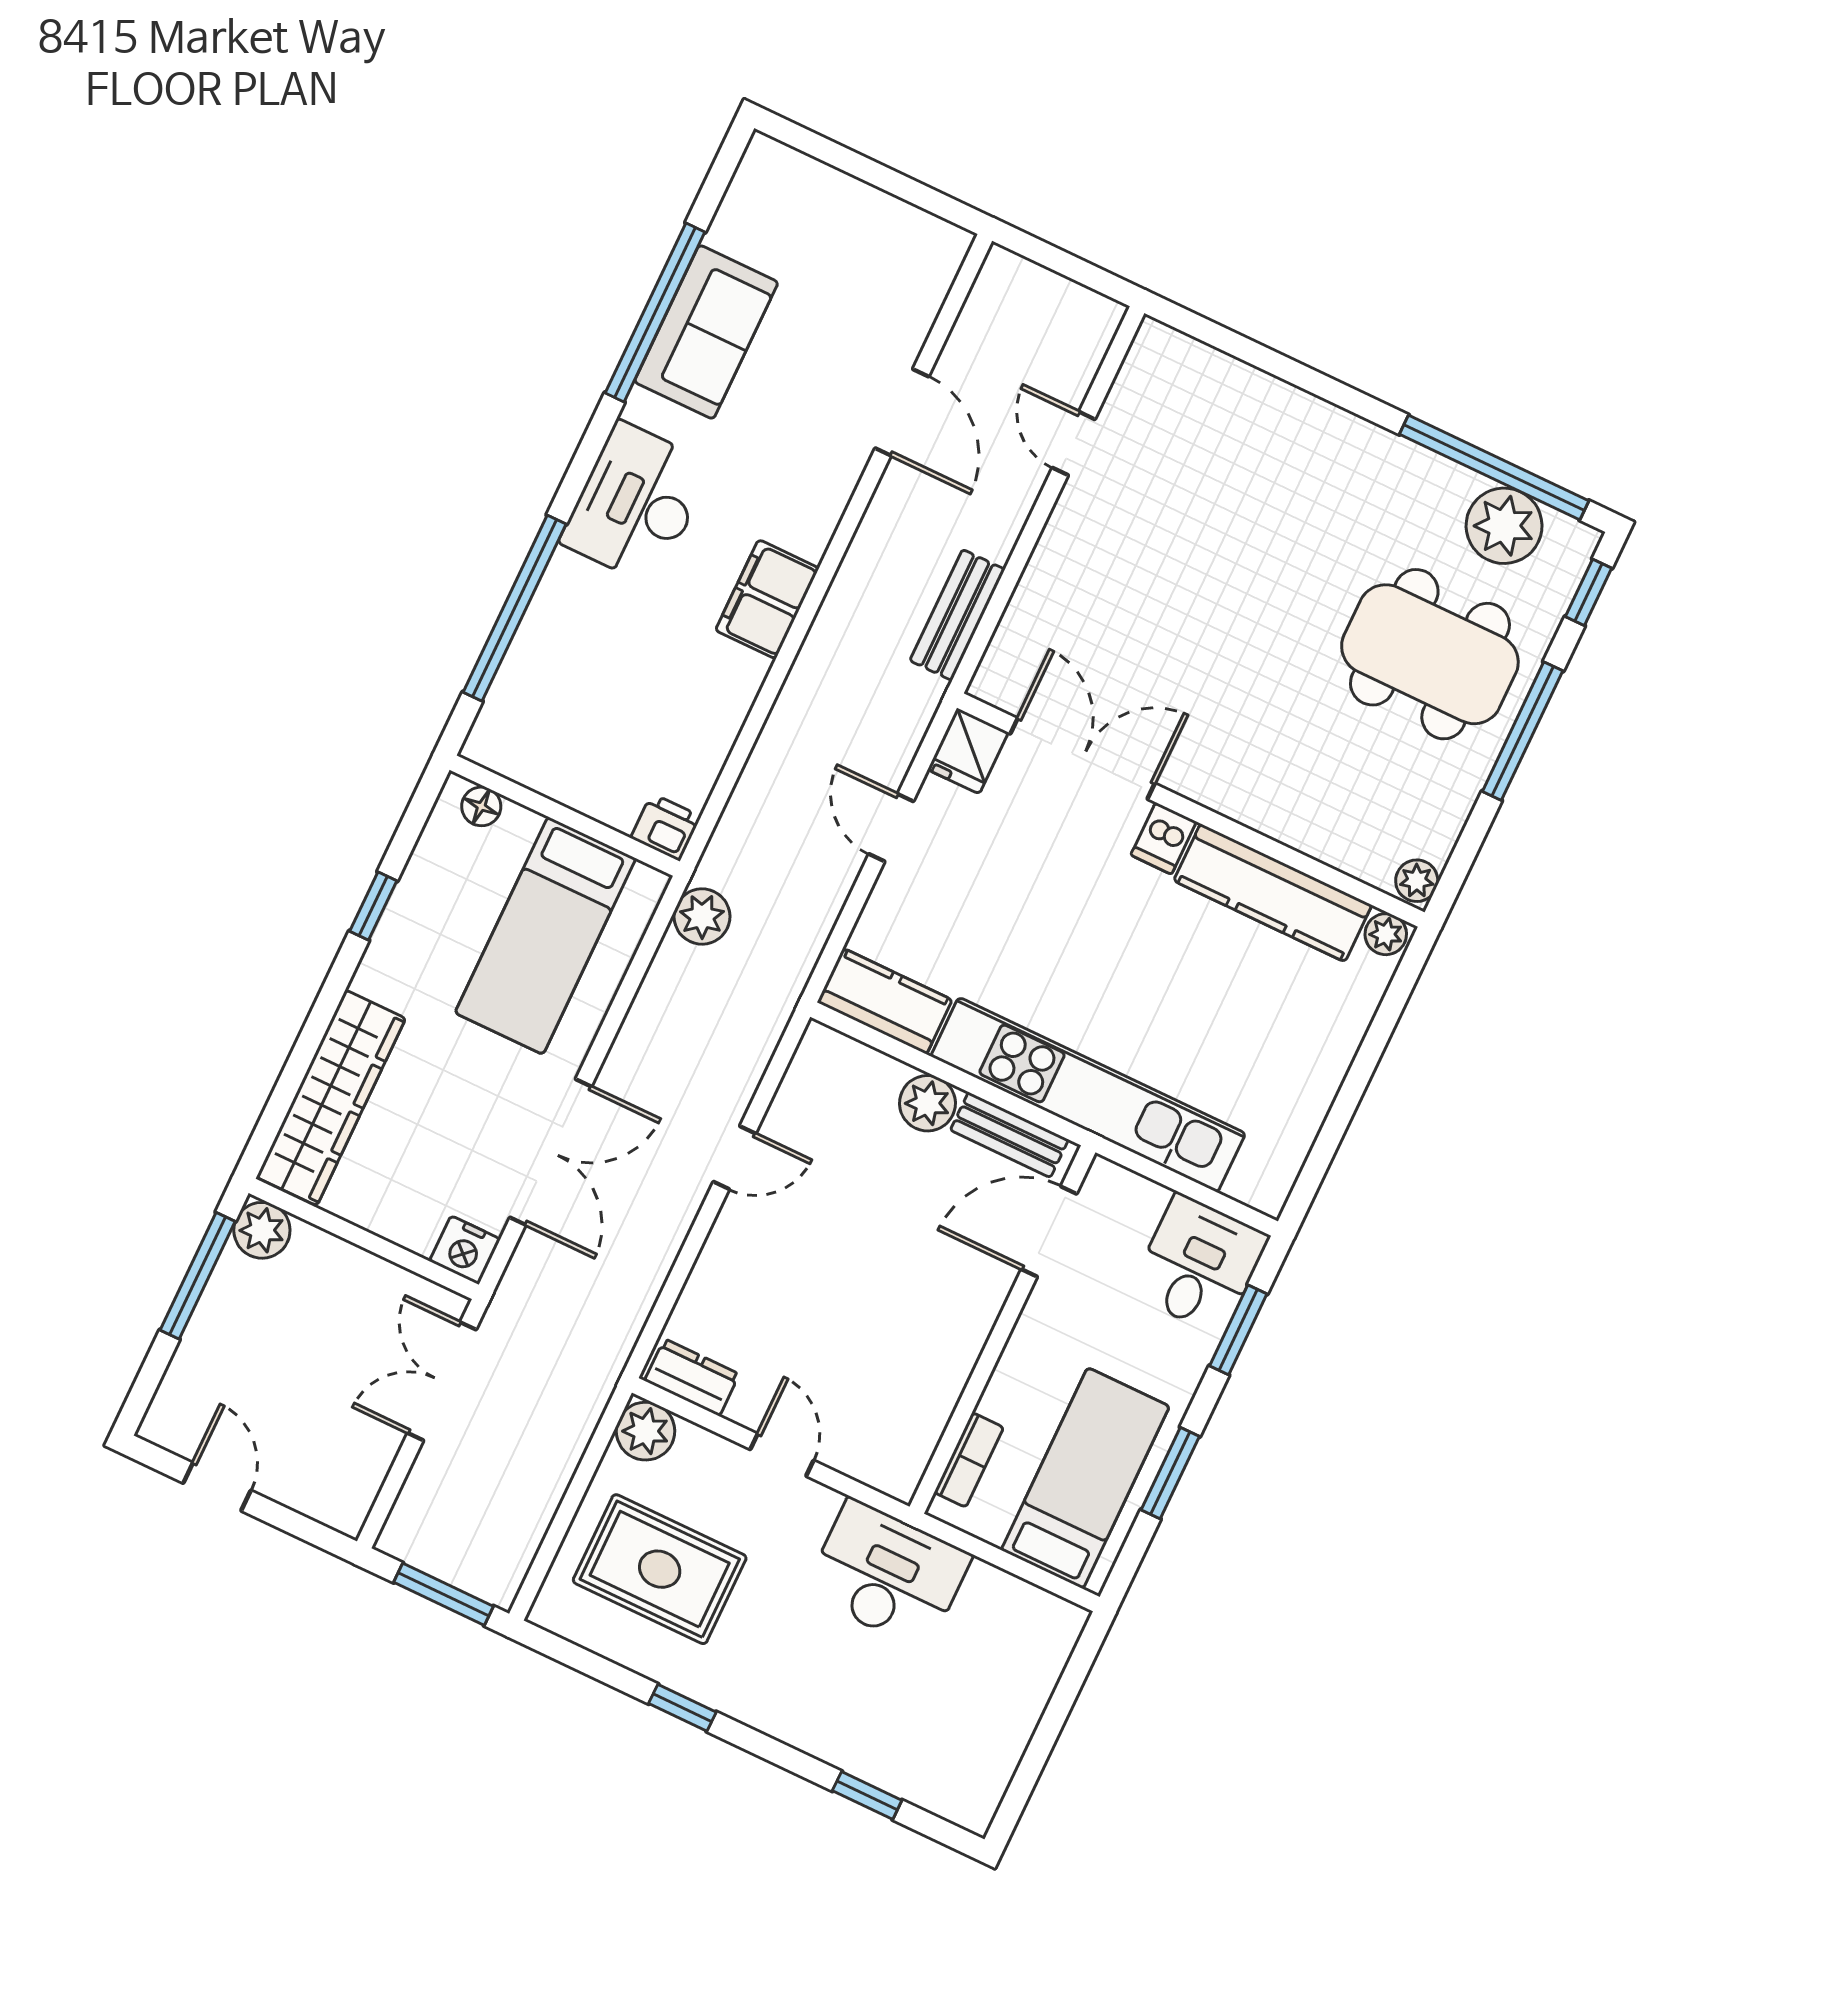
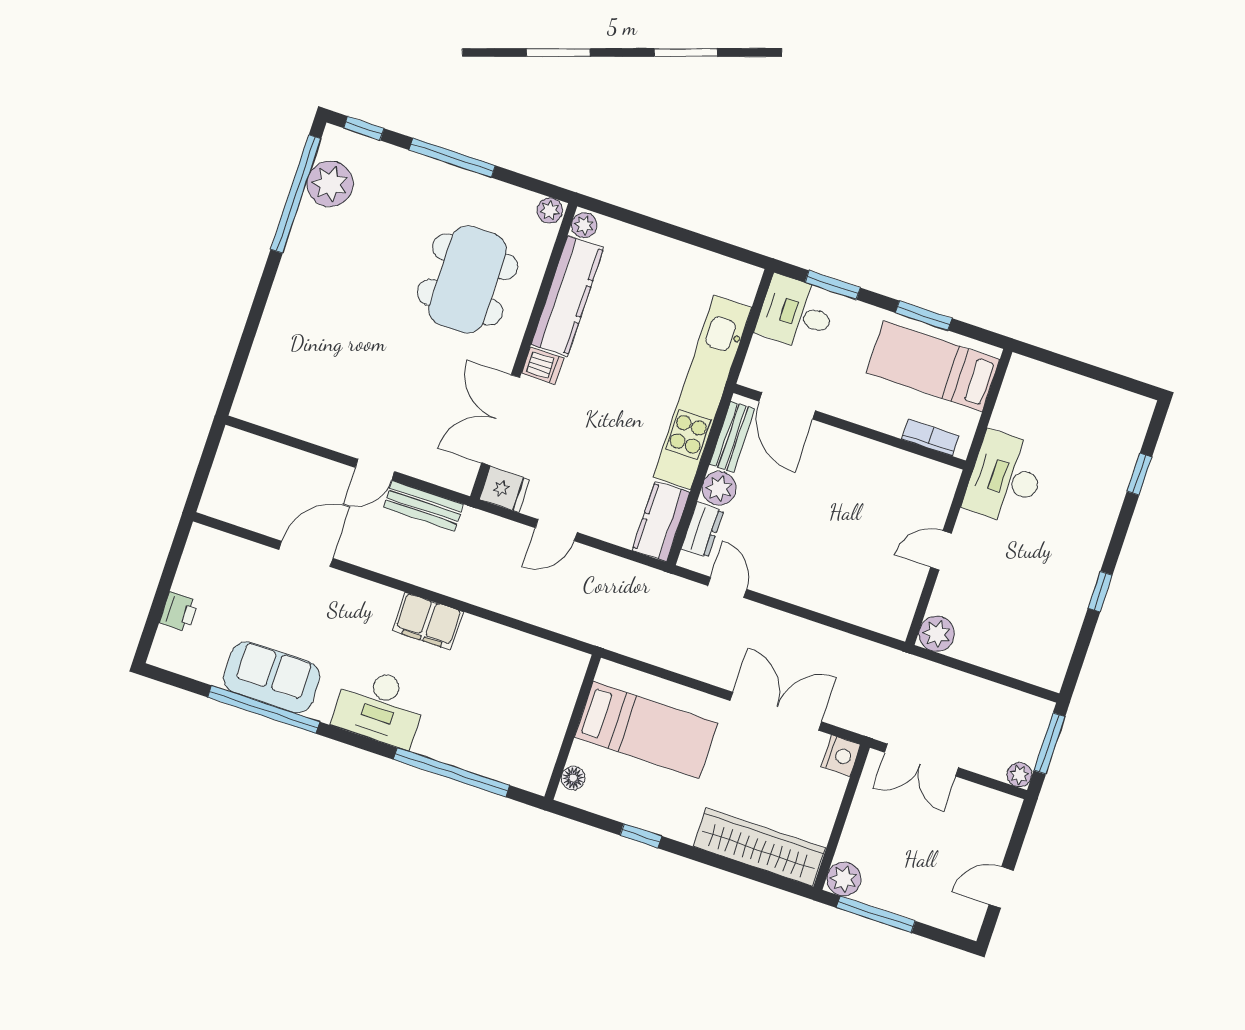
door: (1074, 443) -> (375, 470), moved
dining table: (1430, 654) -> (468, 280), moved
printer: (666, 827) -> (179, 612), moved, turned 180
plant: (702, 917) -> (1019, 775), moved, width x0.73, depth x0.73
door: (734, 1158) -> (727, 587), moved
dresser: (692, 1377) -> (702, 530), moved, turned 180
rug: (660, 1569) -> (1019, 615), removed

